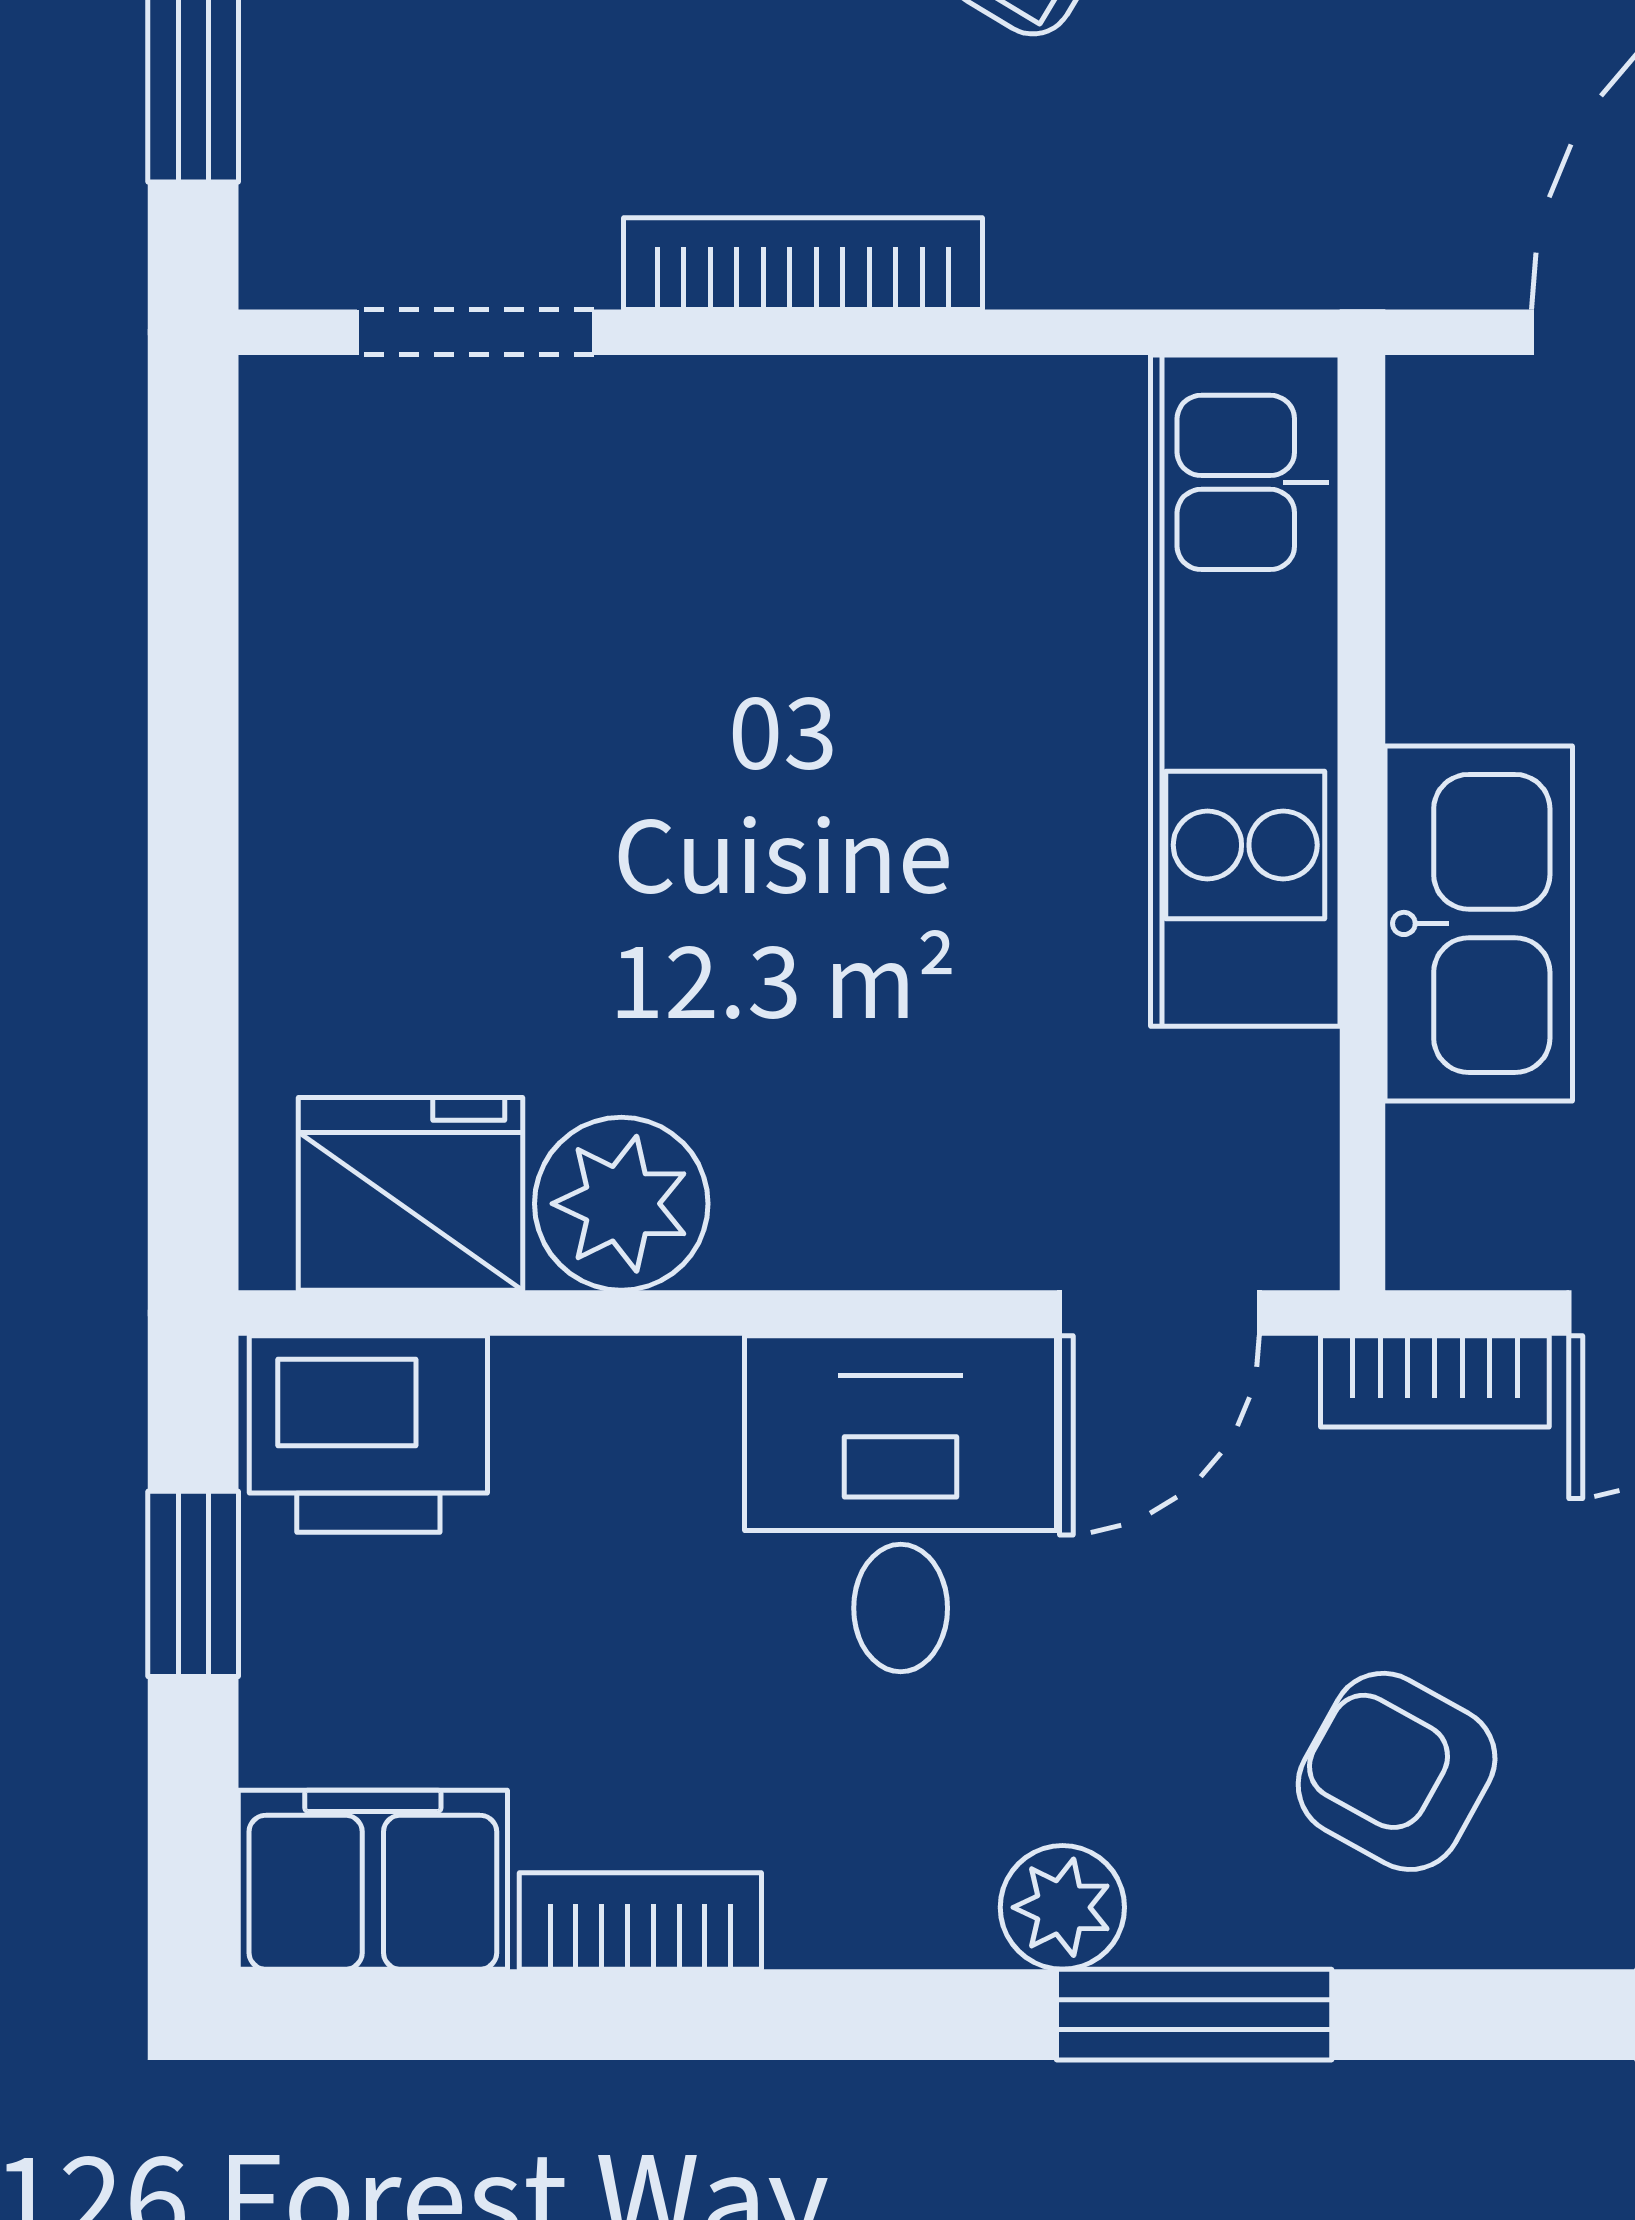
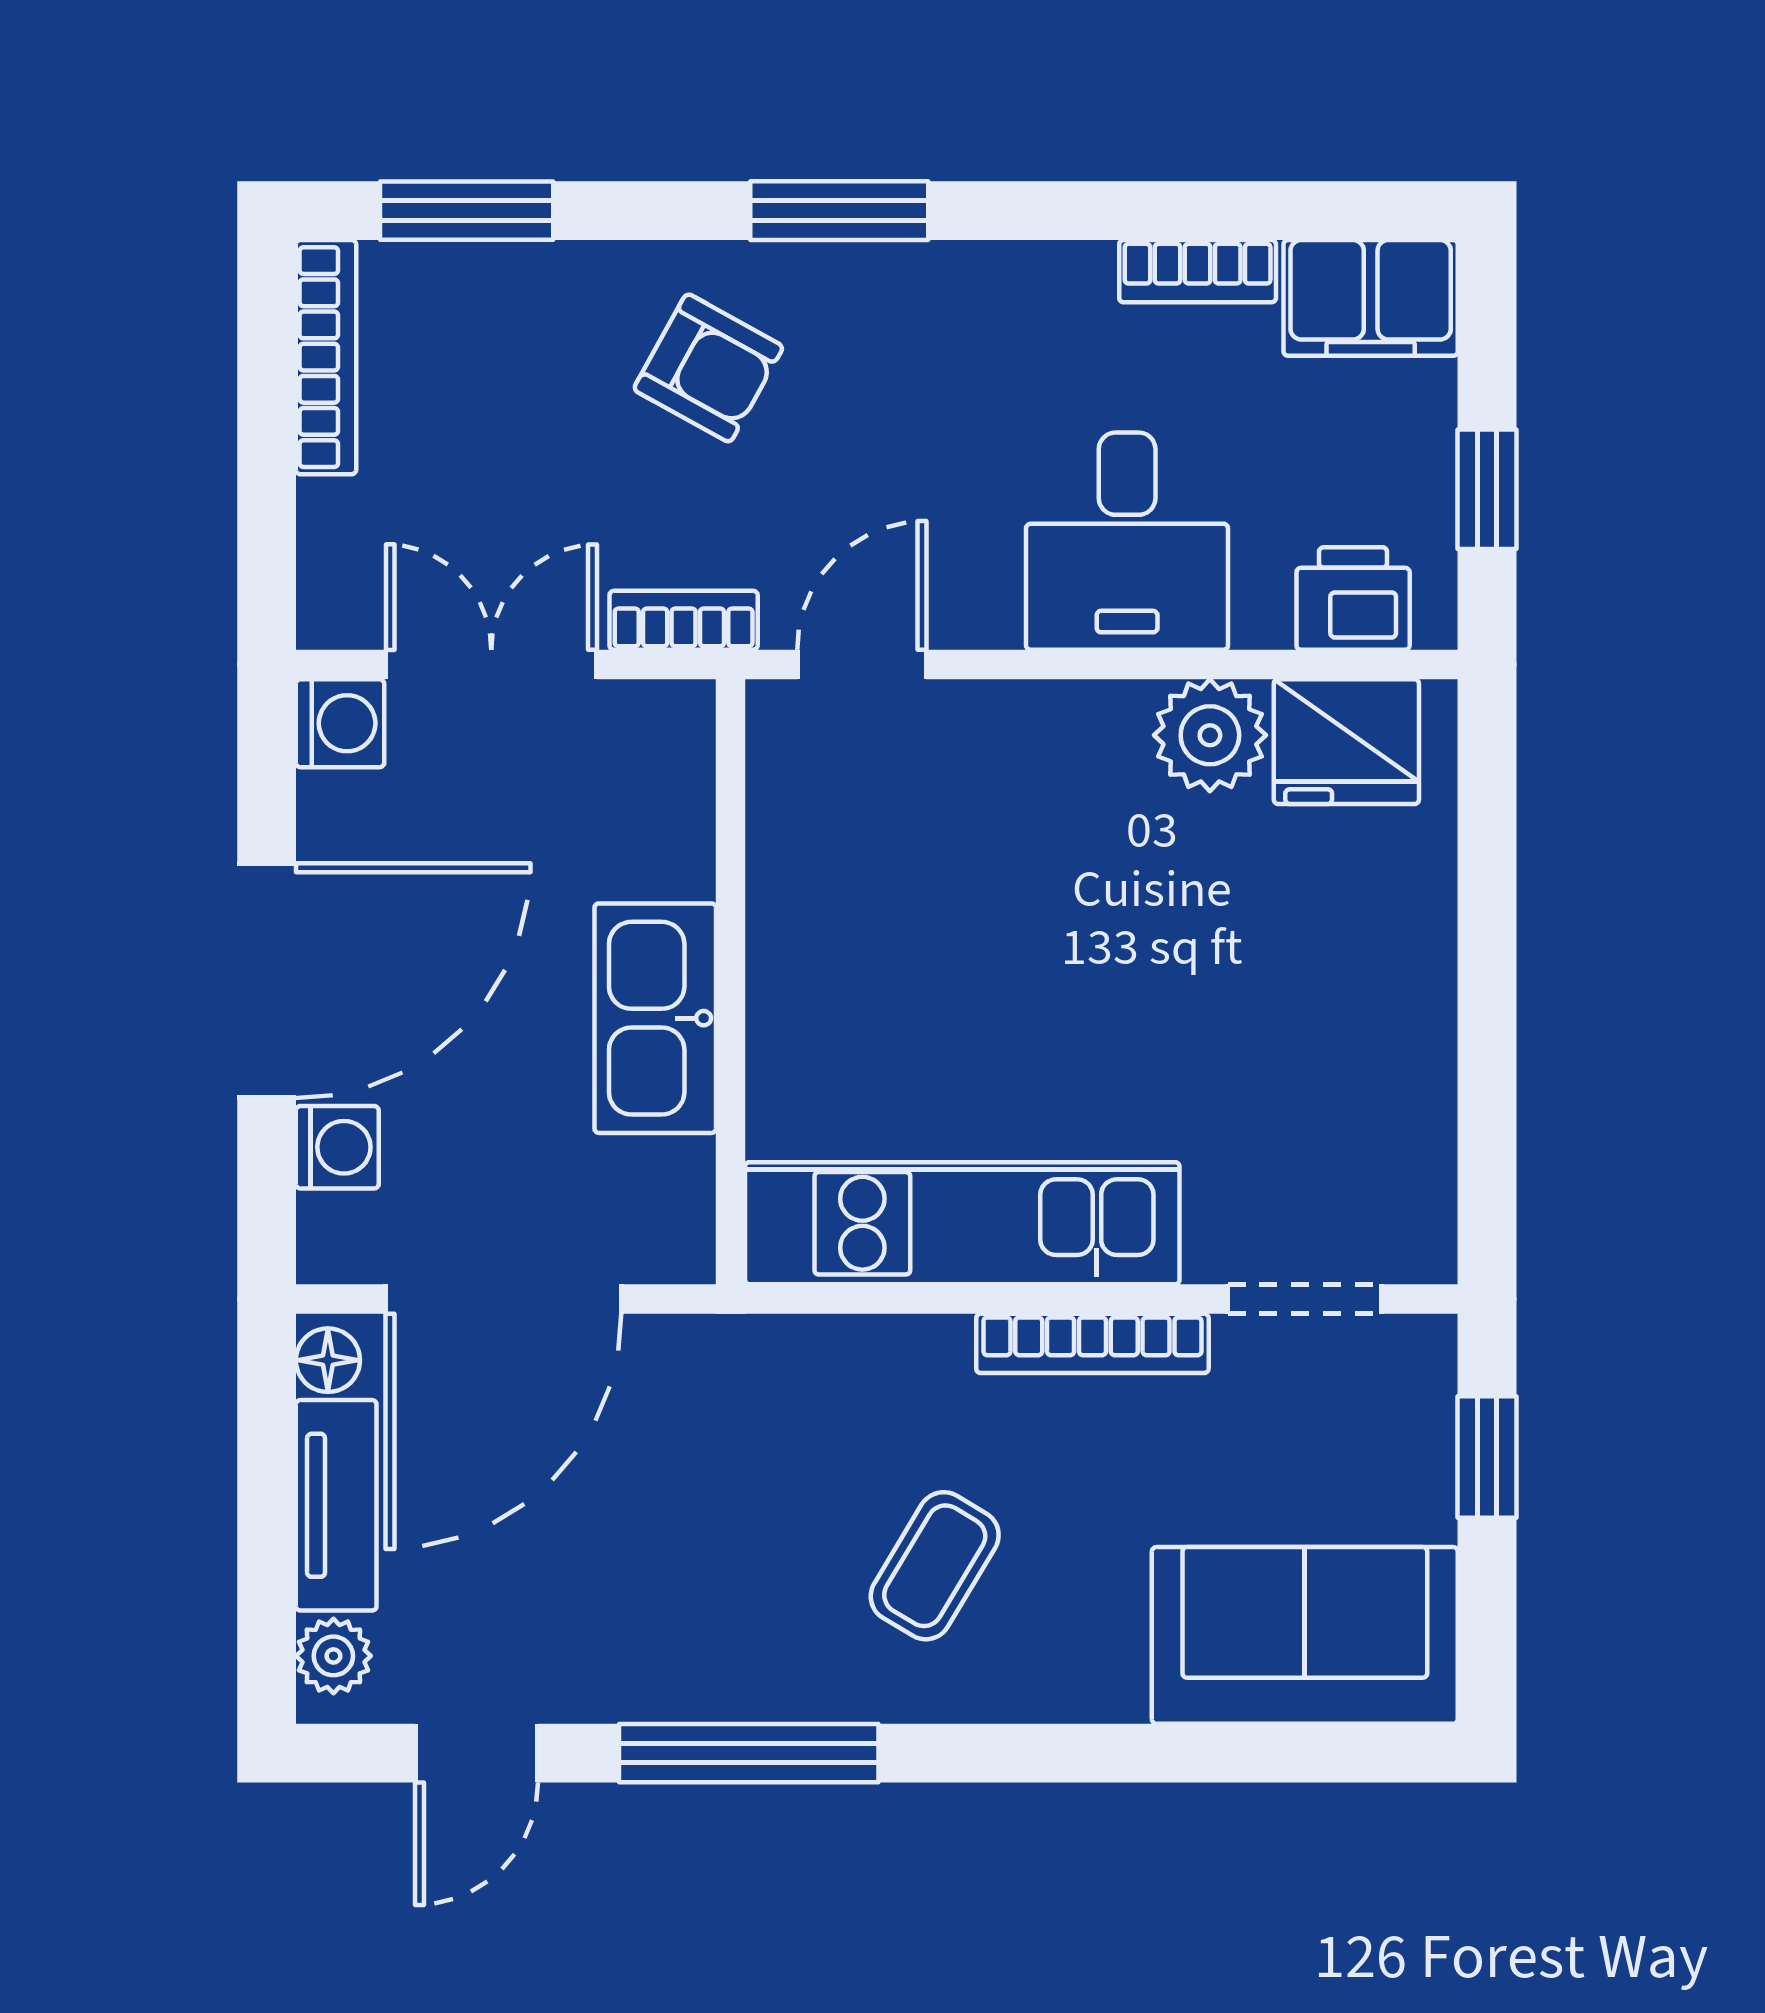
kitchen unit: (1245, 691) -> (962, 1223), moved, turned -90
kitchen sink: (1479, 923) -> (655, 1018), moved
printer: (368, 1434) -> (1353, 599), width x0.73, depth x0.81
desk: (901, 1504) -> (1127, 541), moved
plant: (1062, 1907) -> (925, 280), removed

